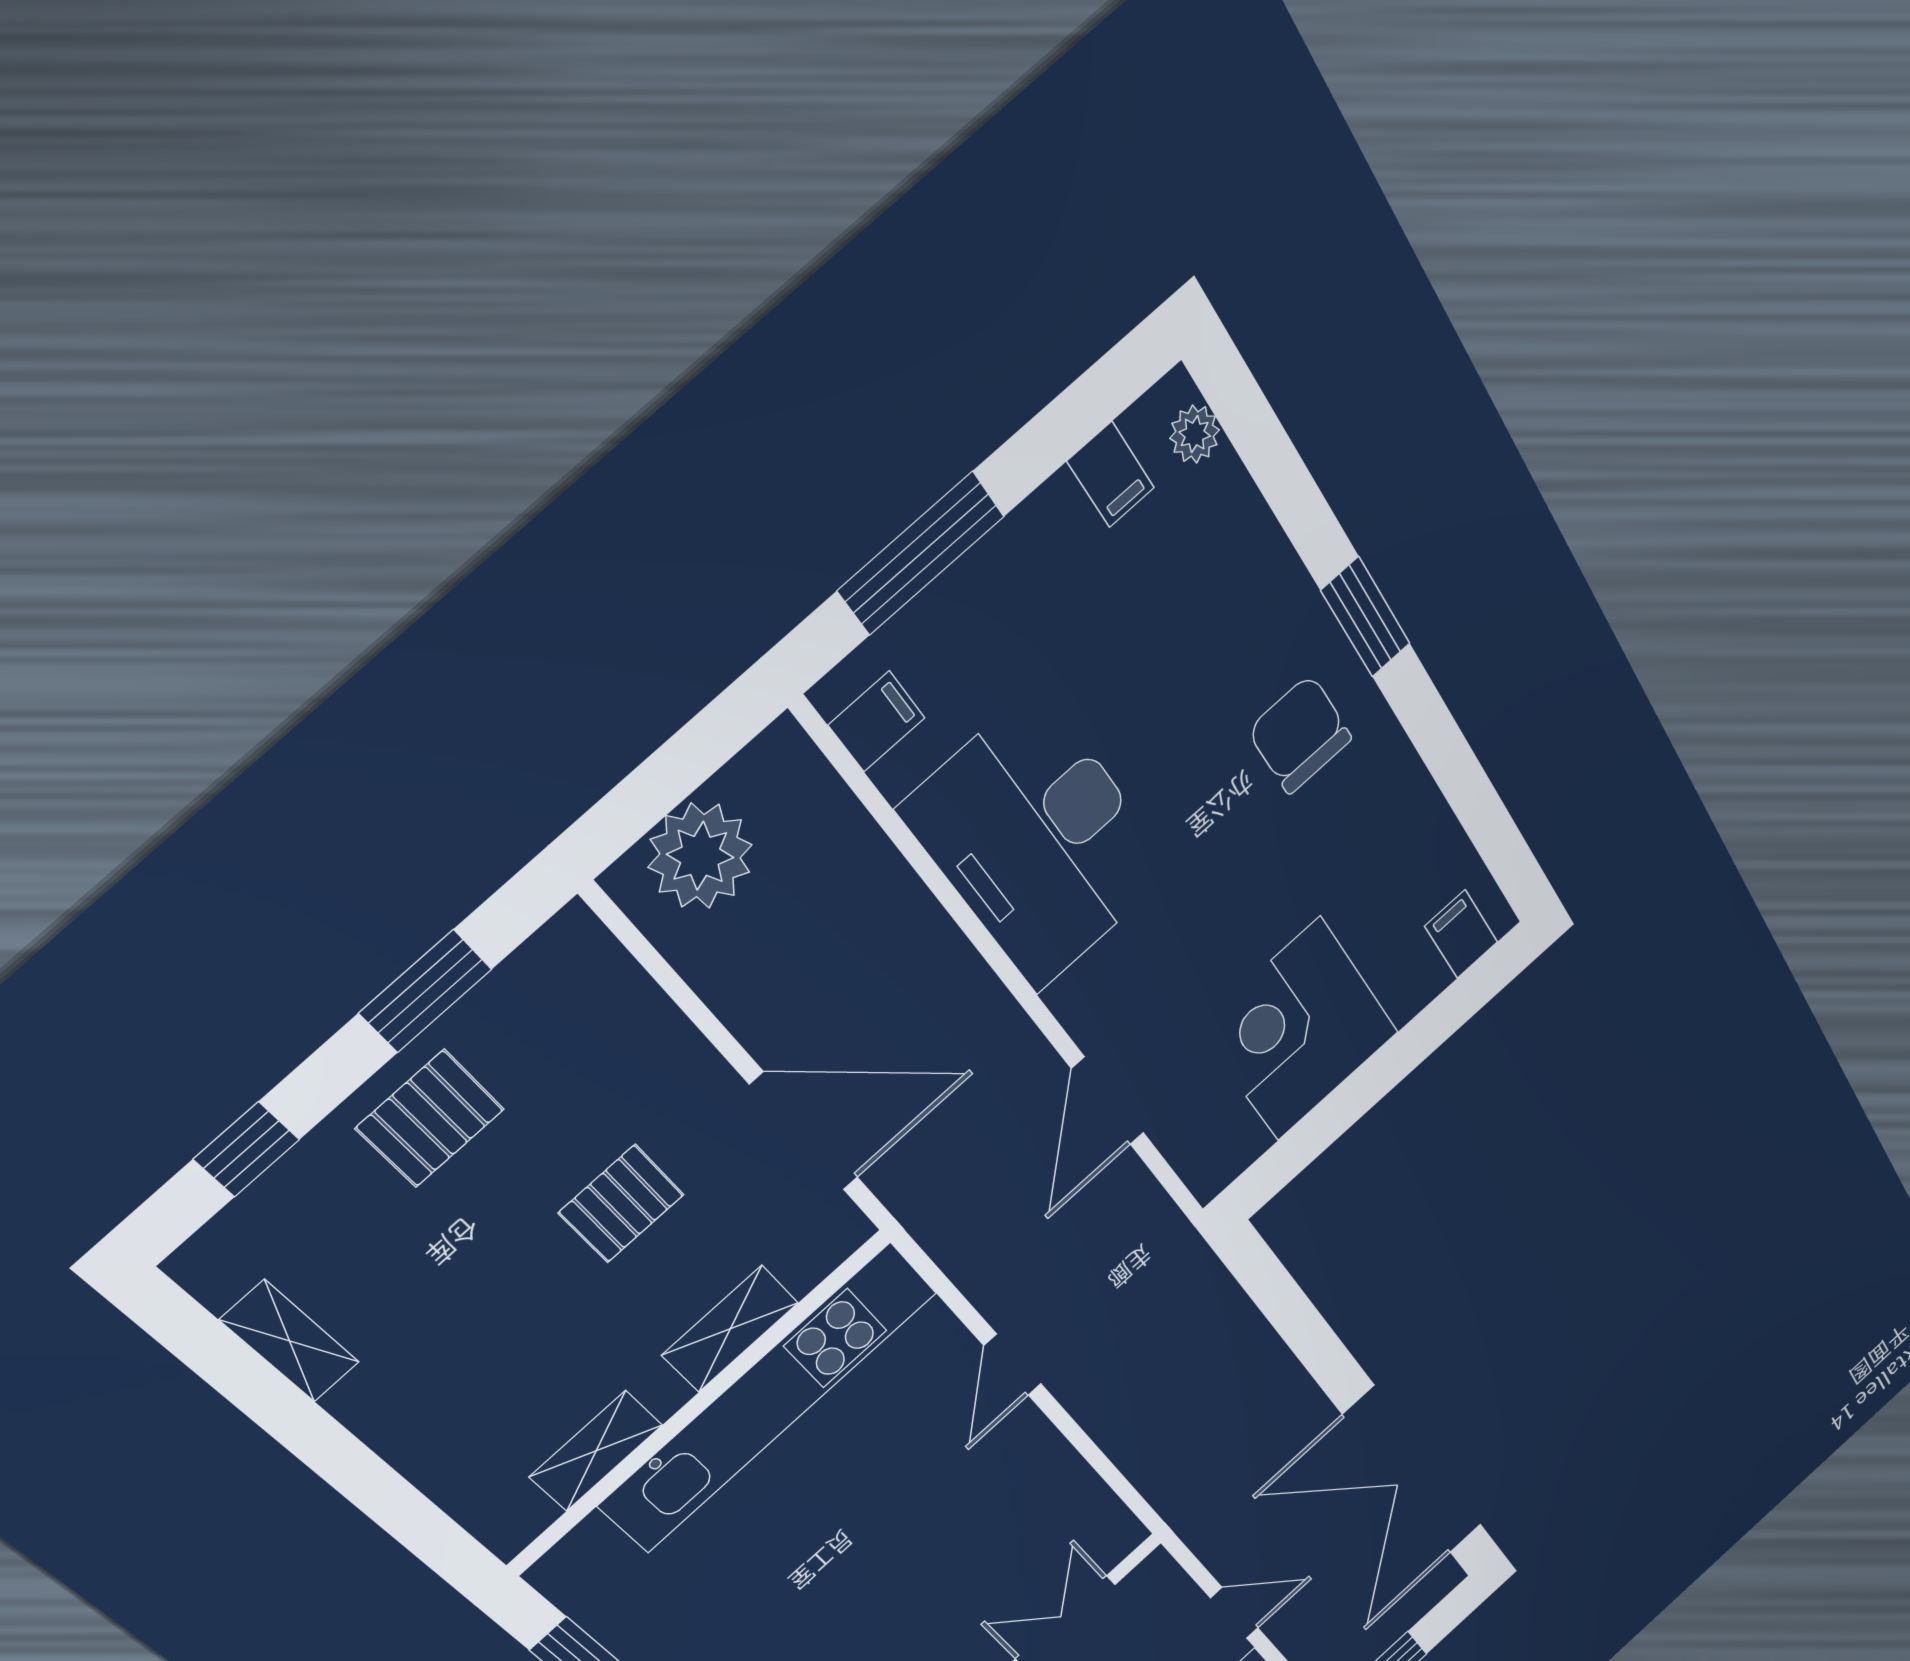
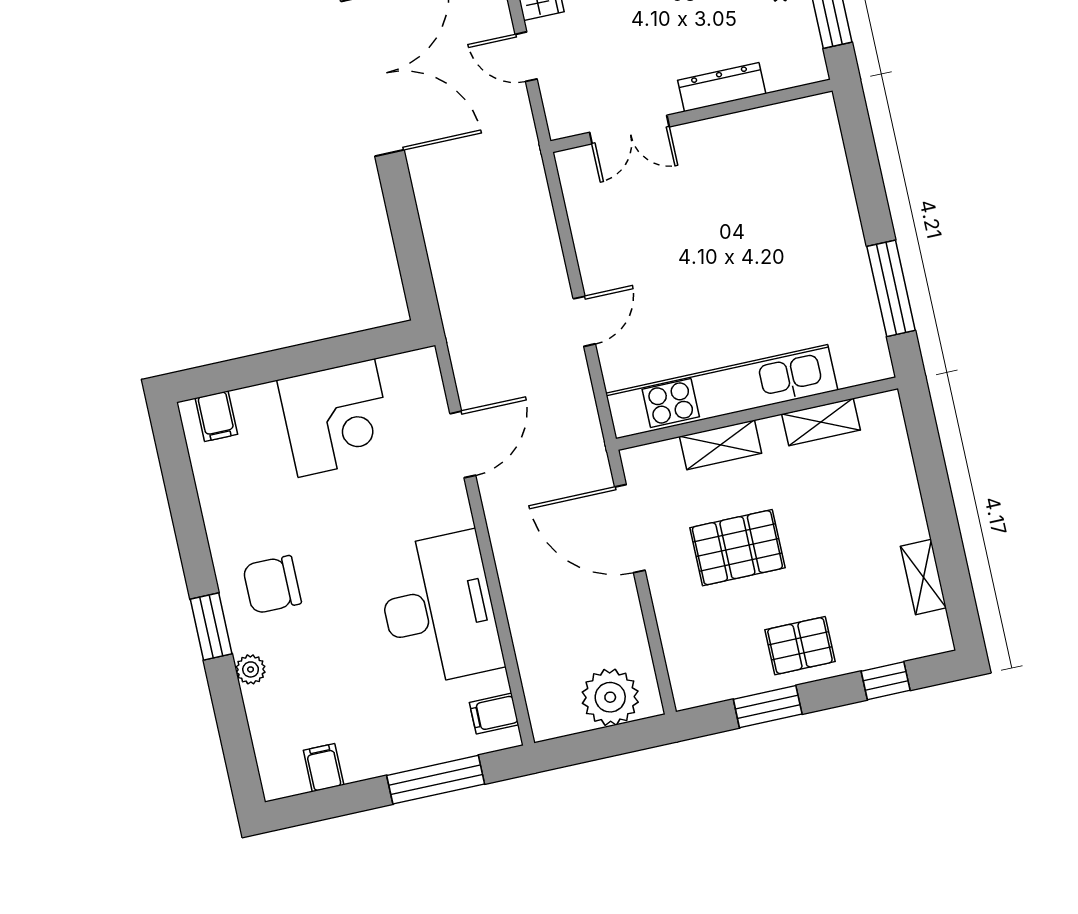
plant: (1195, 434) -> (251, 669), moved
chair: (1300, 734) -> (272, 585), turned 90
pallet: (621, 1204) -> (737, 548), width x1.50, depth x1.42

